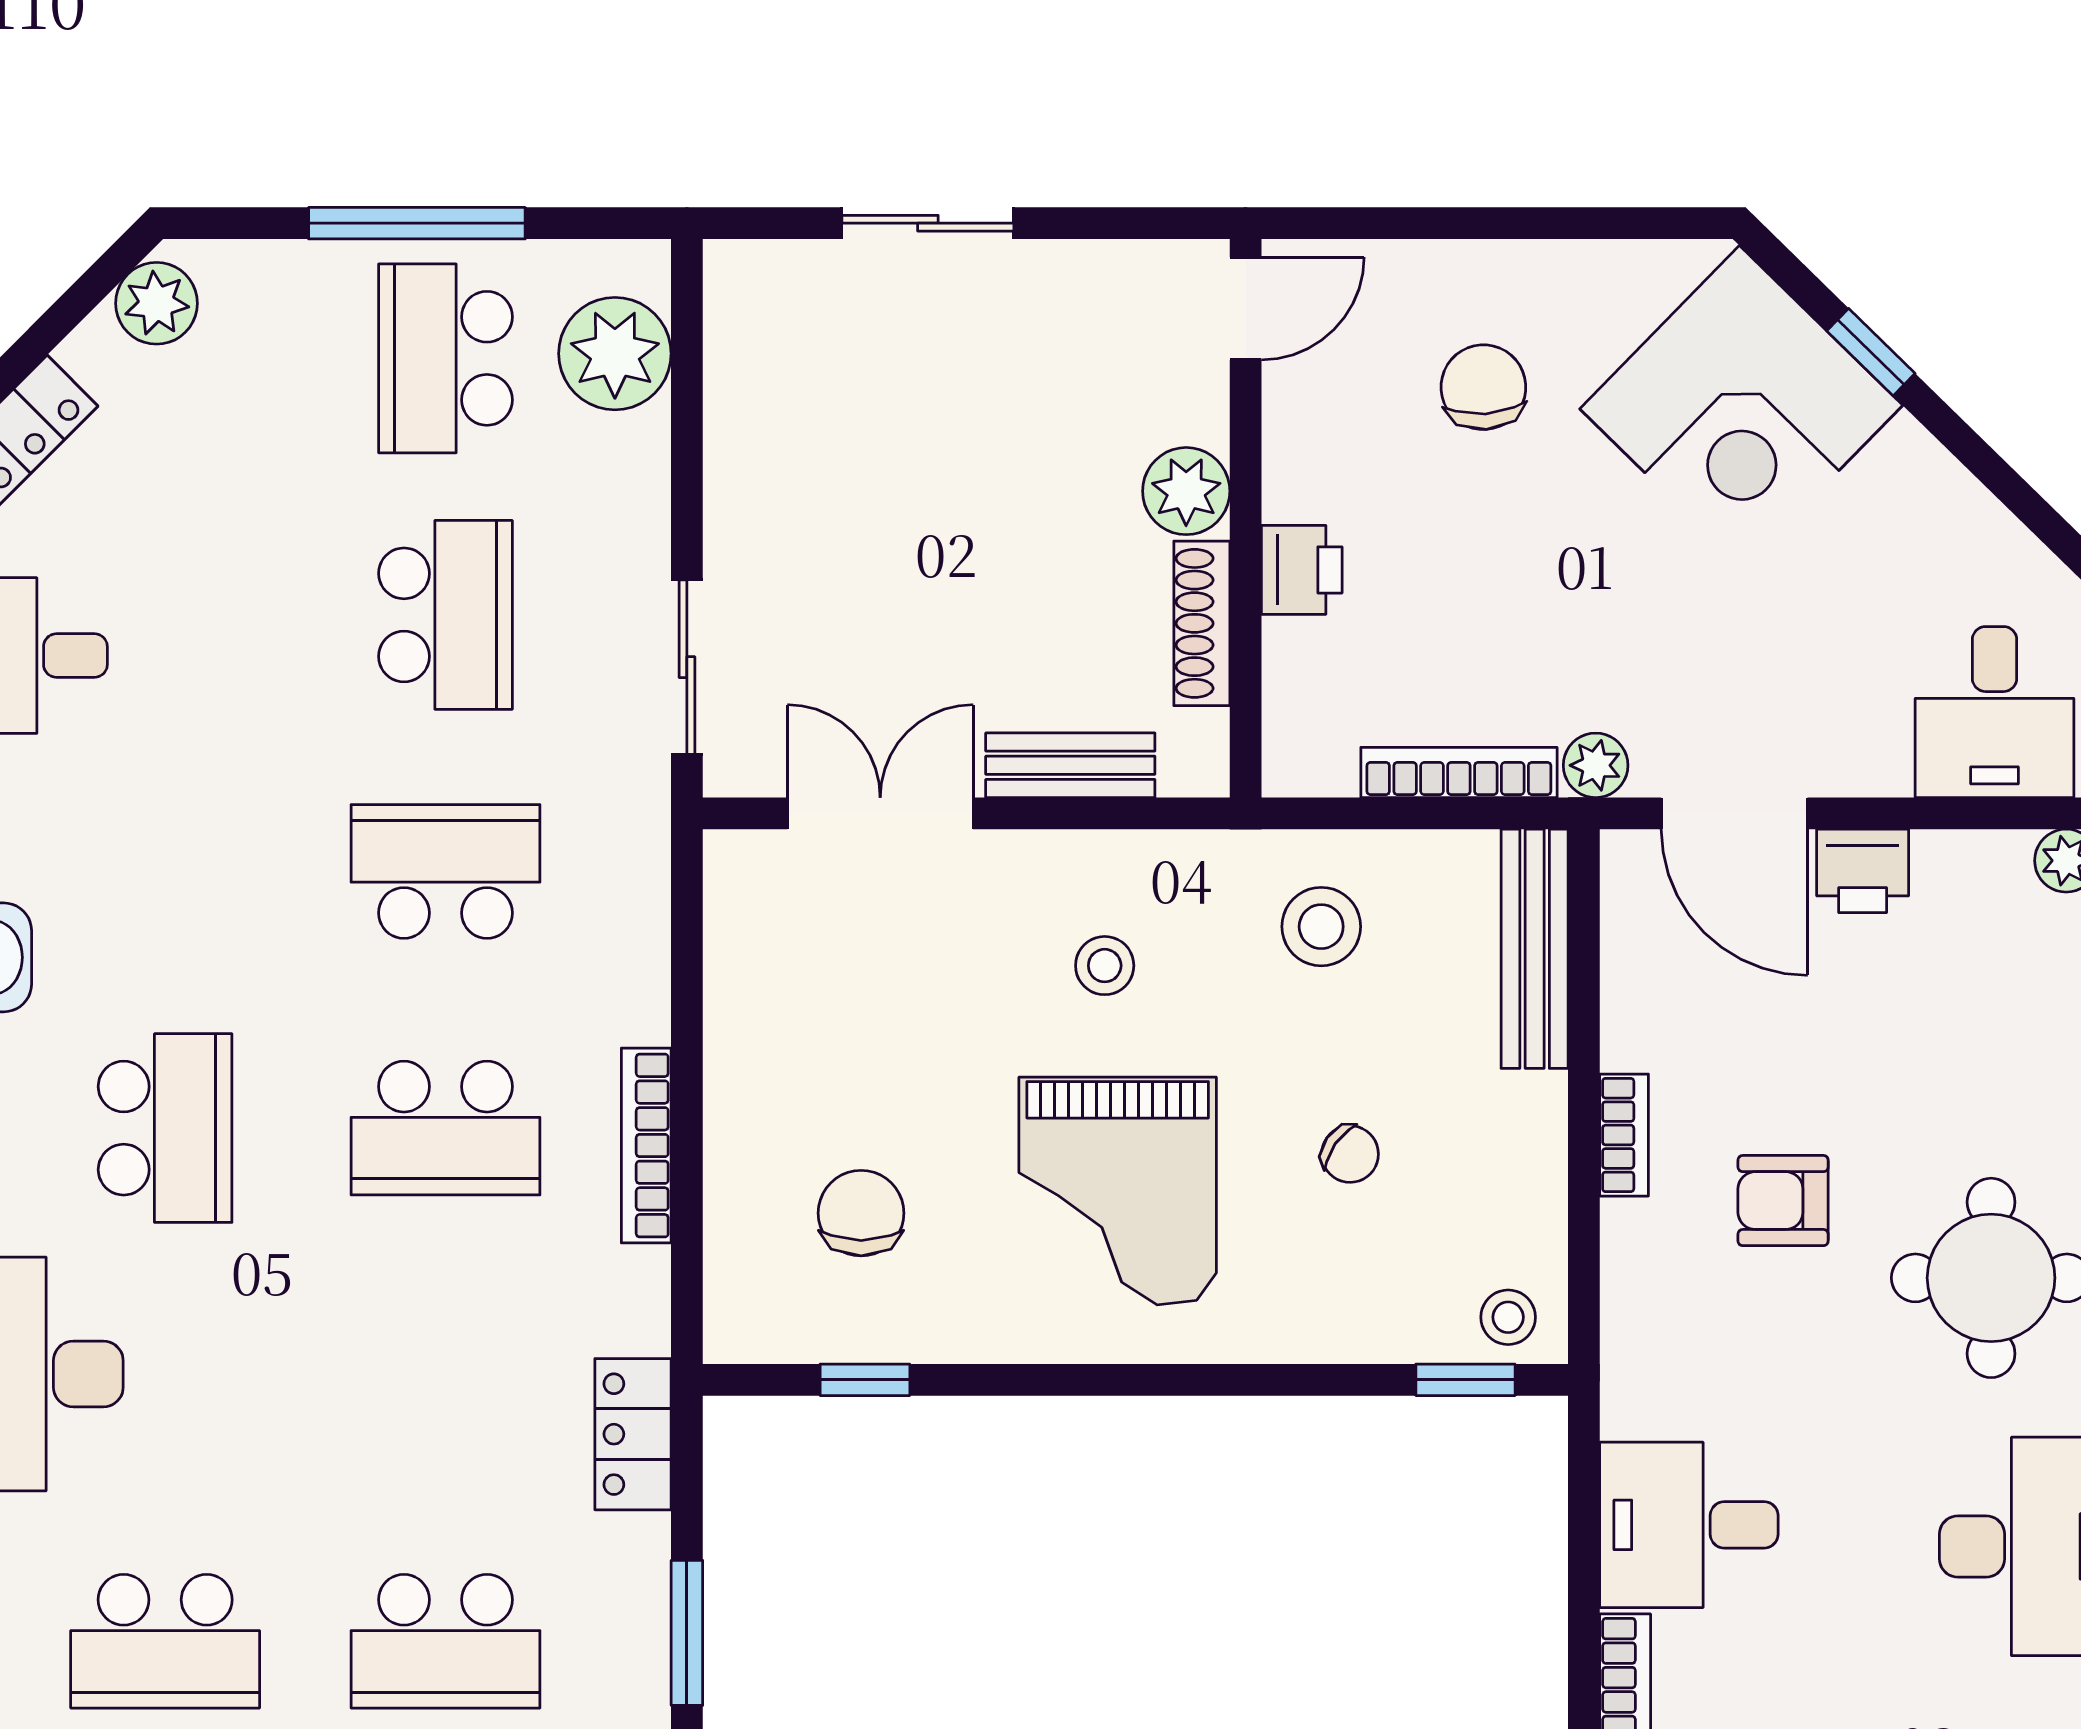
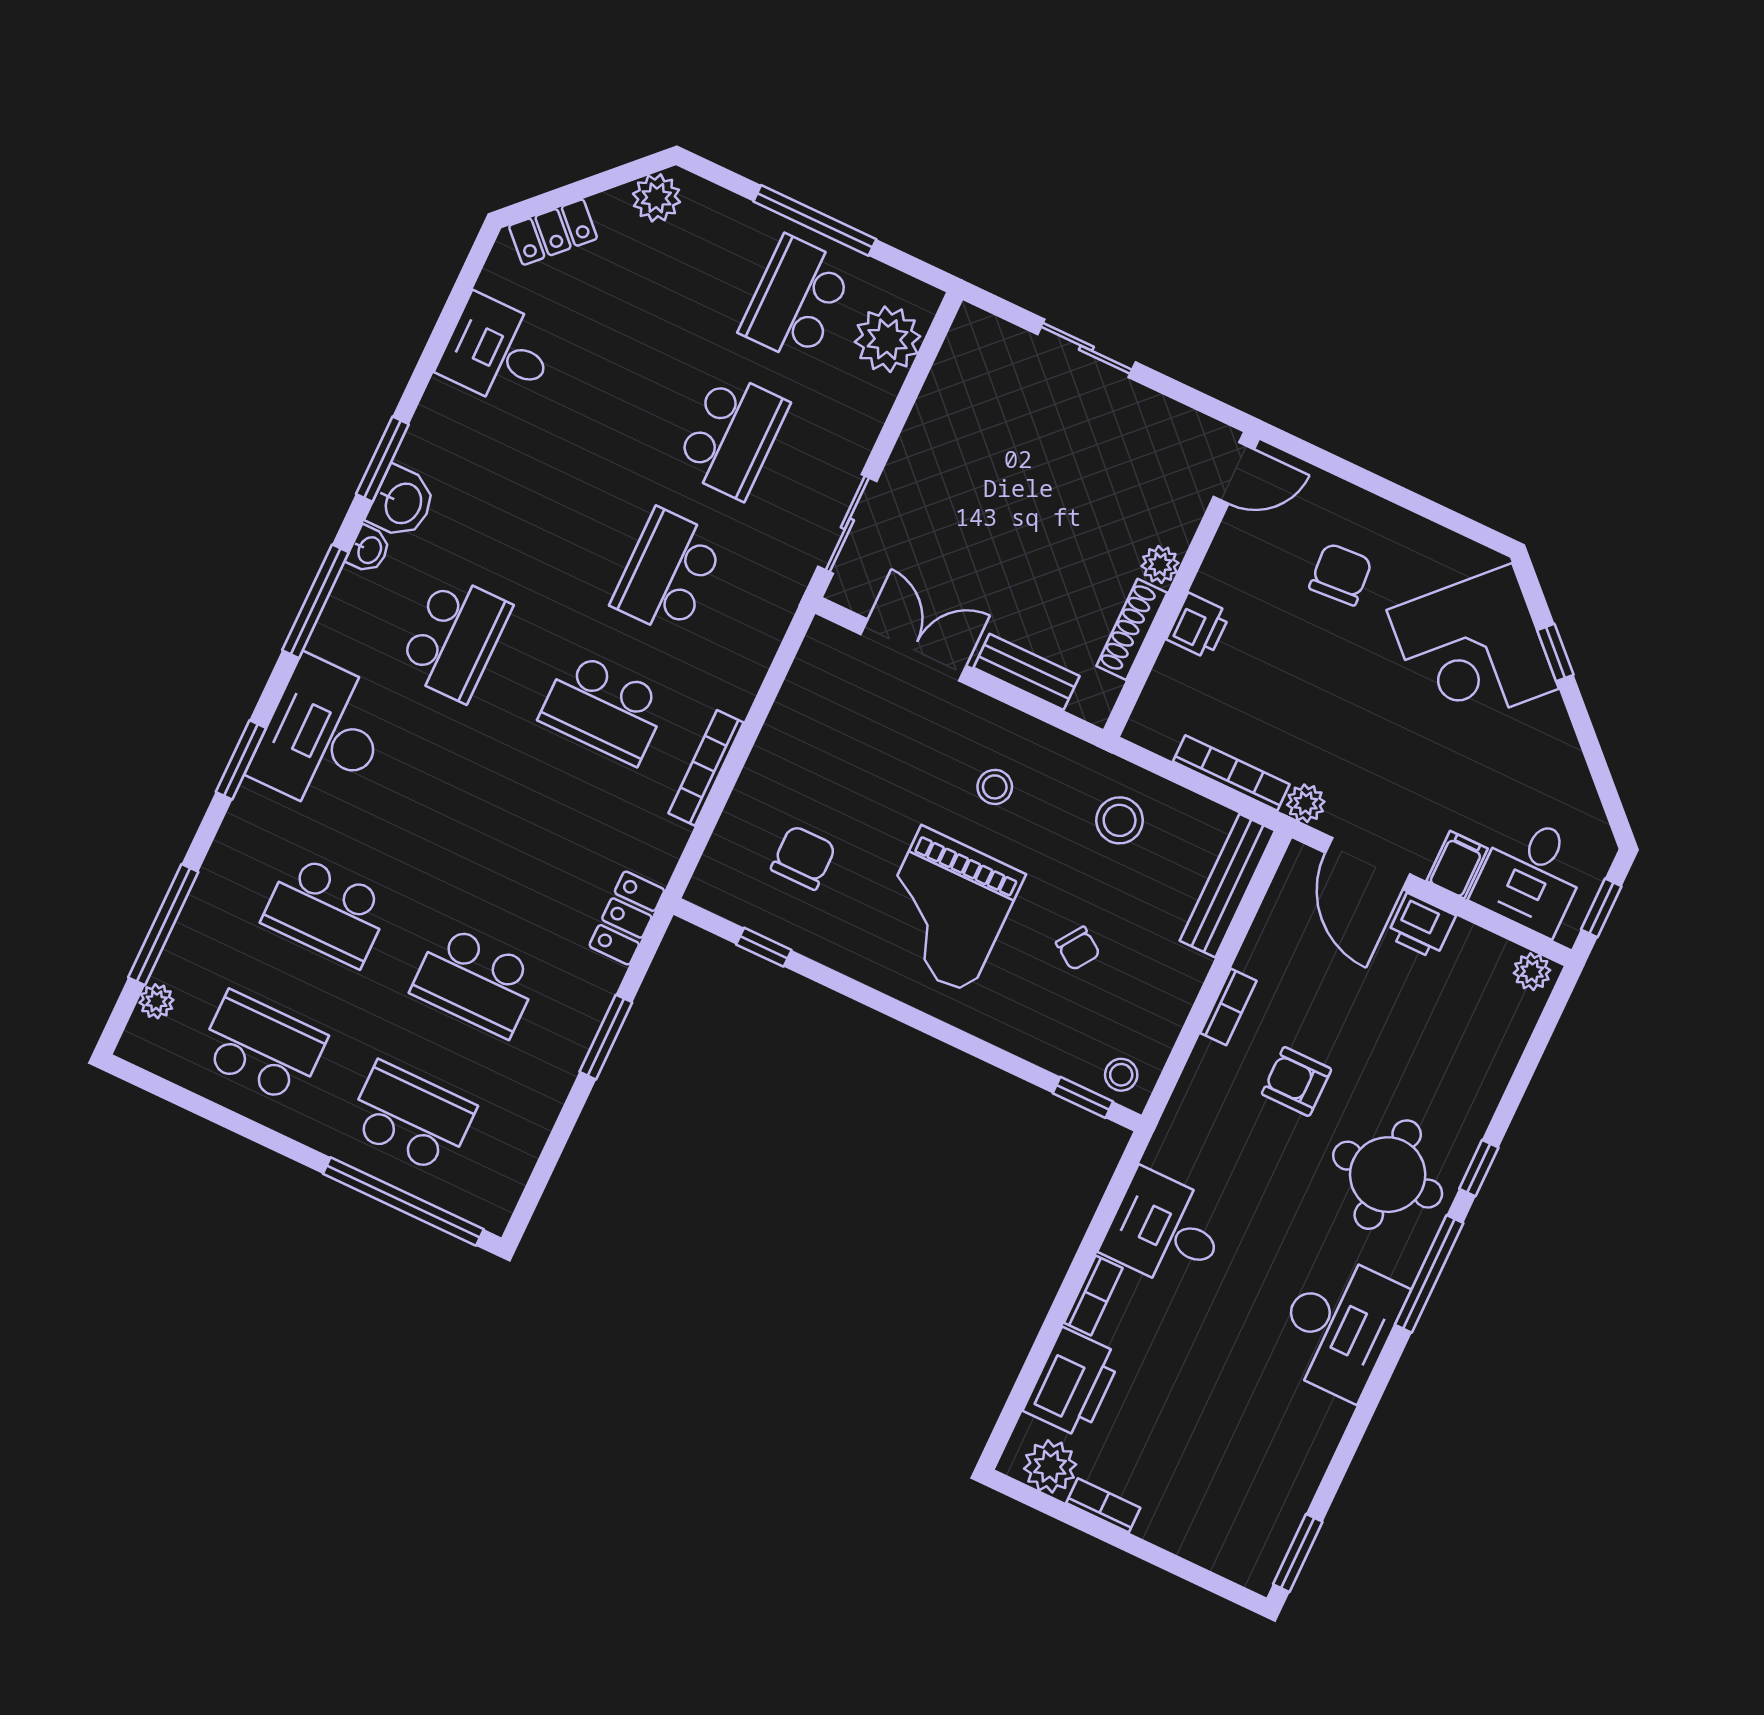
plant: (1186, 491) -> (1160, 564), width x0.73, depth x0.73
filing cabinet: (1873, 750) -> (1457, 865), added
school desk: (445, 871) -> (668, 572), turned -90

